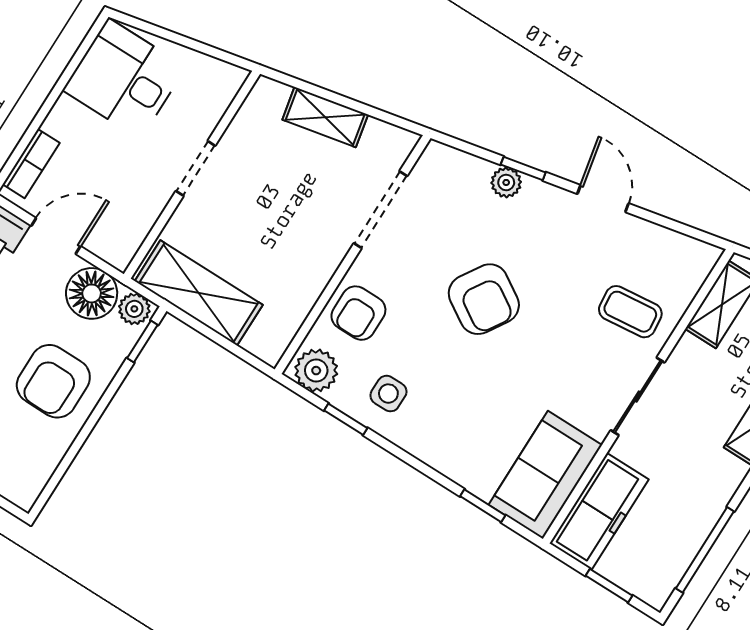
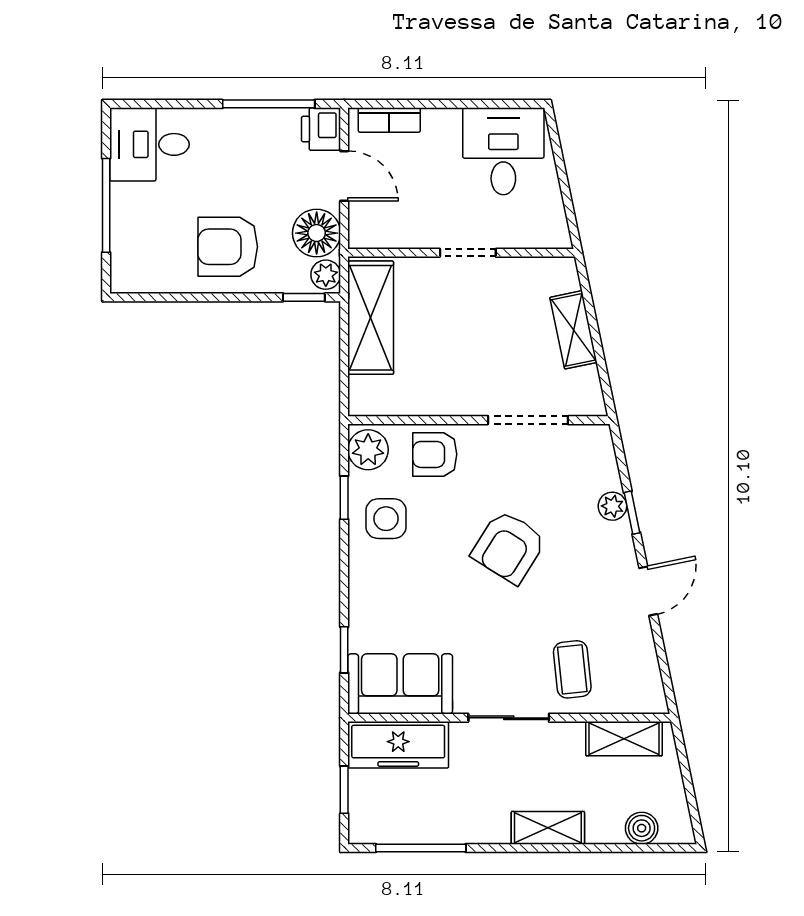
side table: (388, 394) -> (386, 519), width x1.37, depth x1.37

